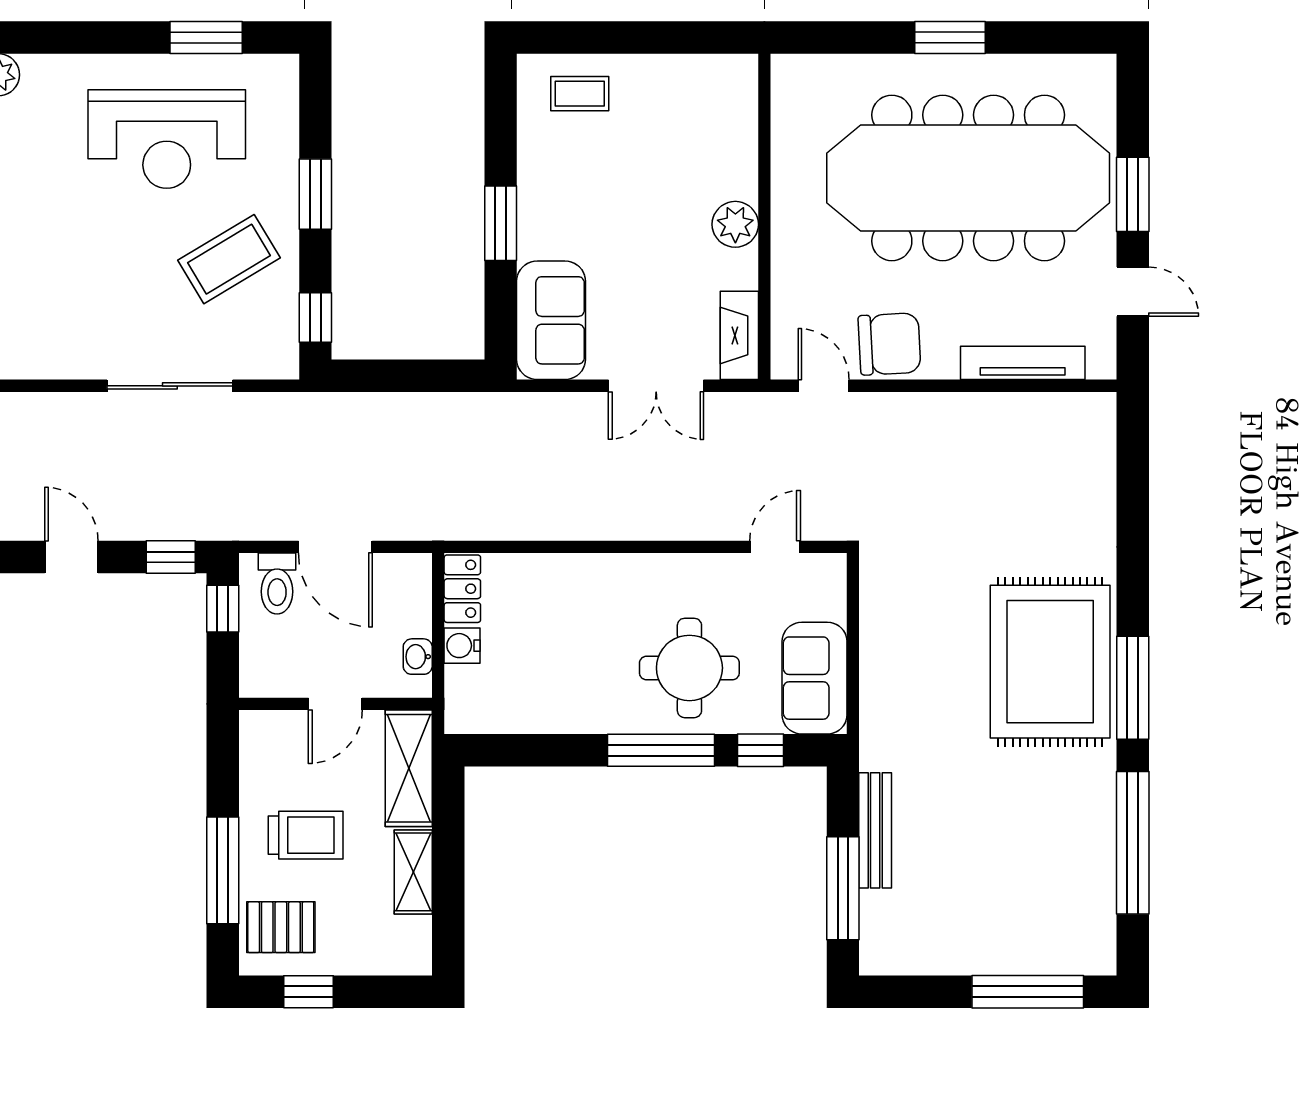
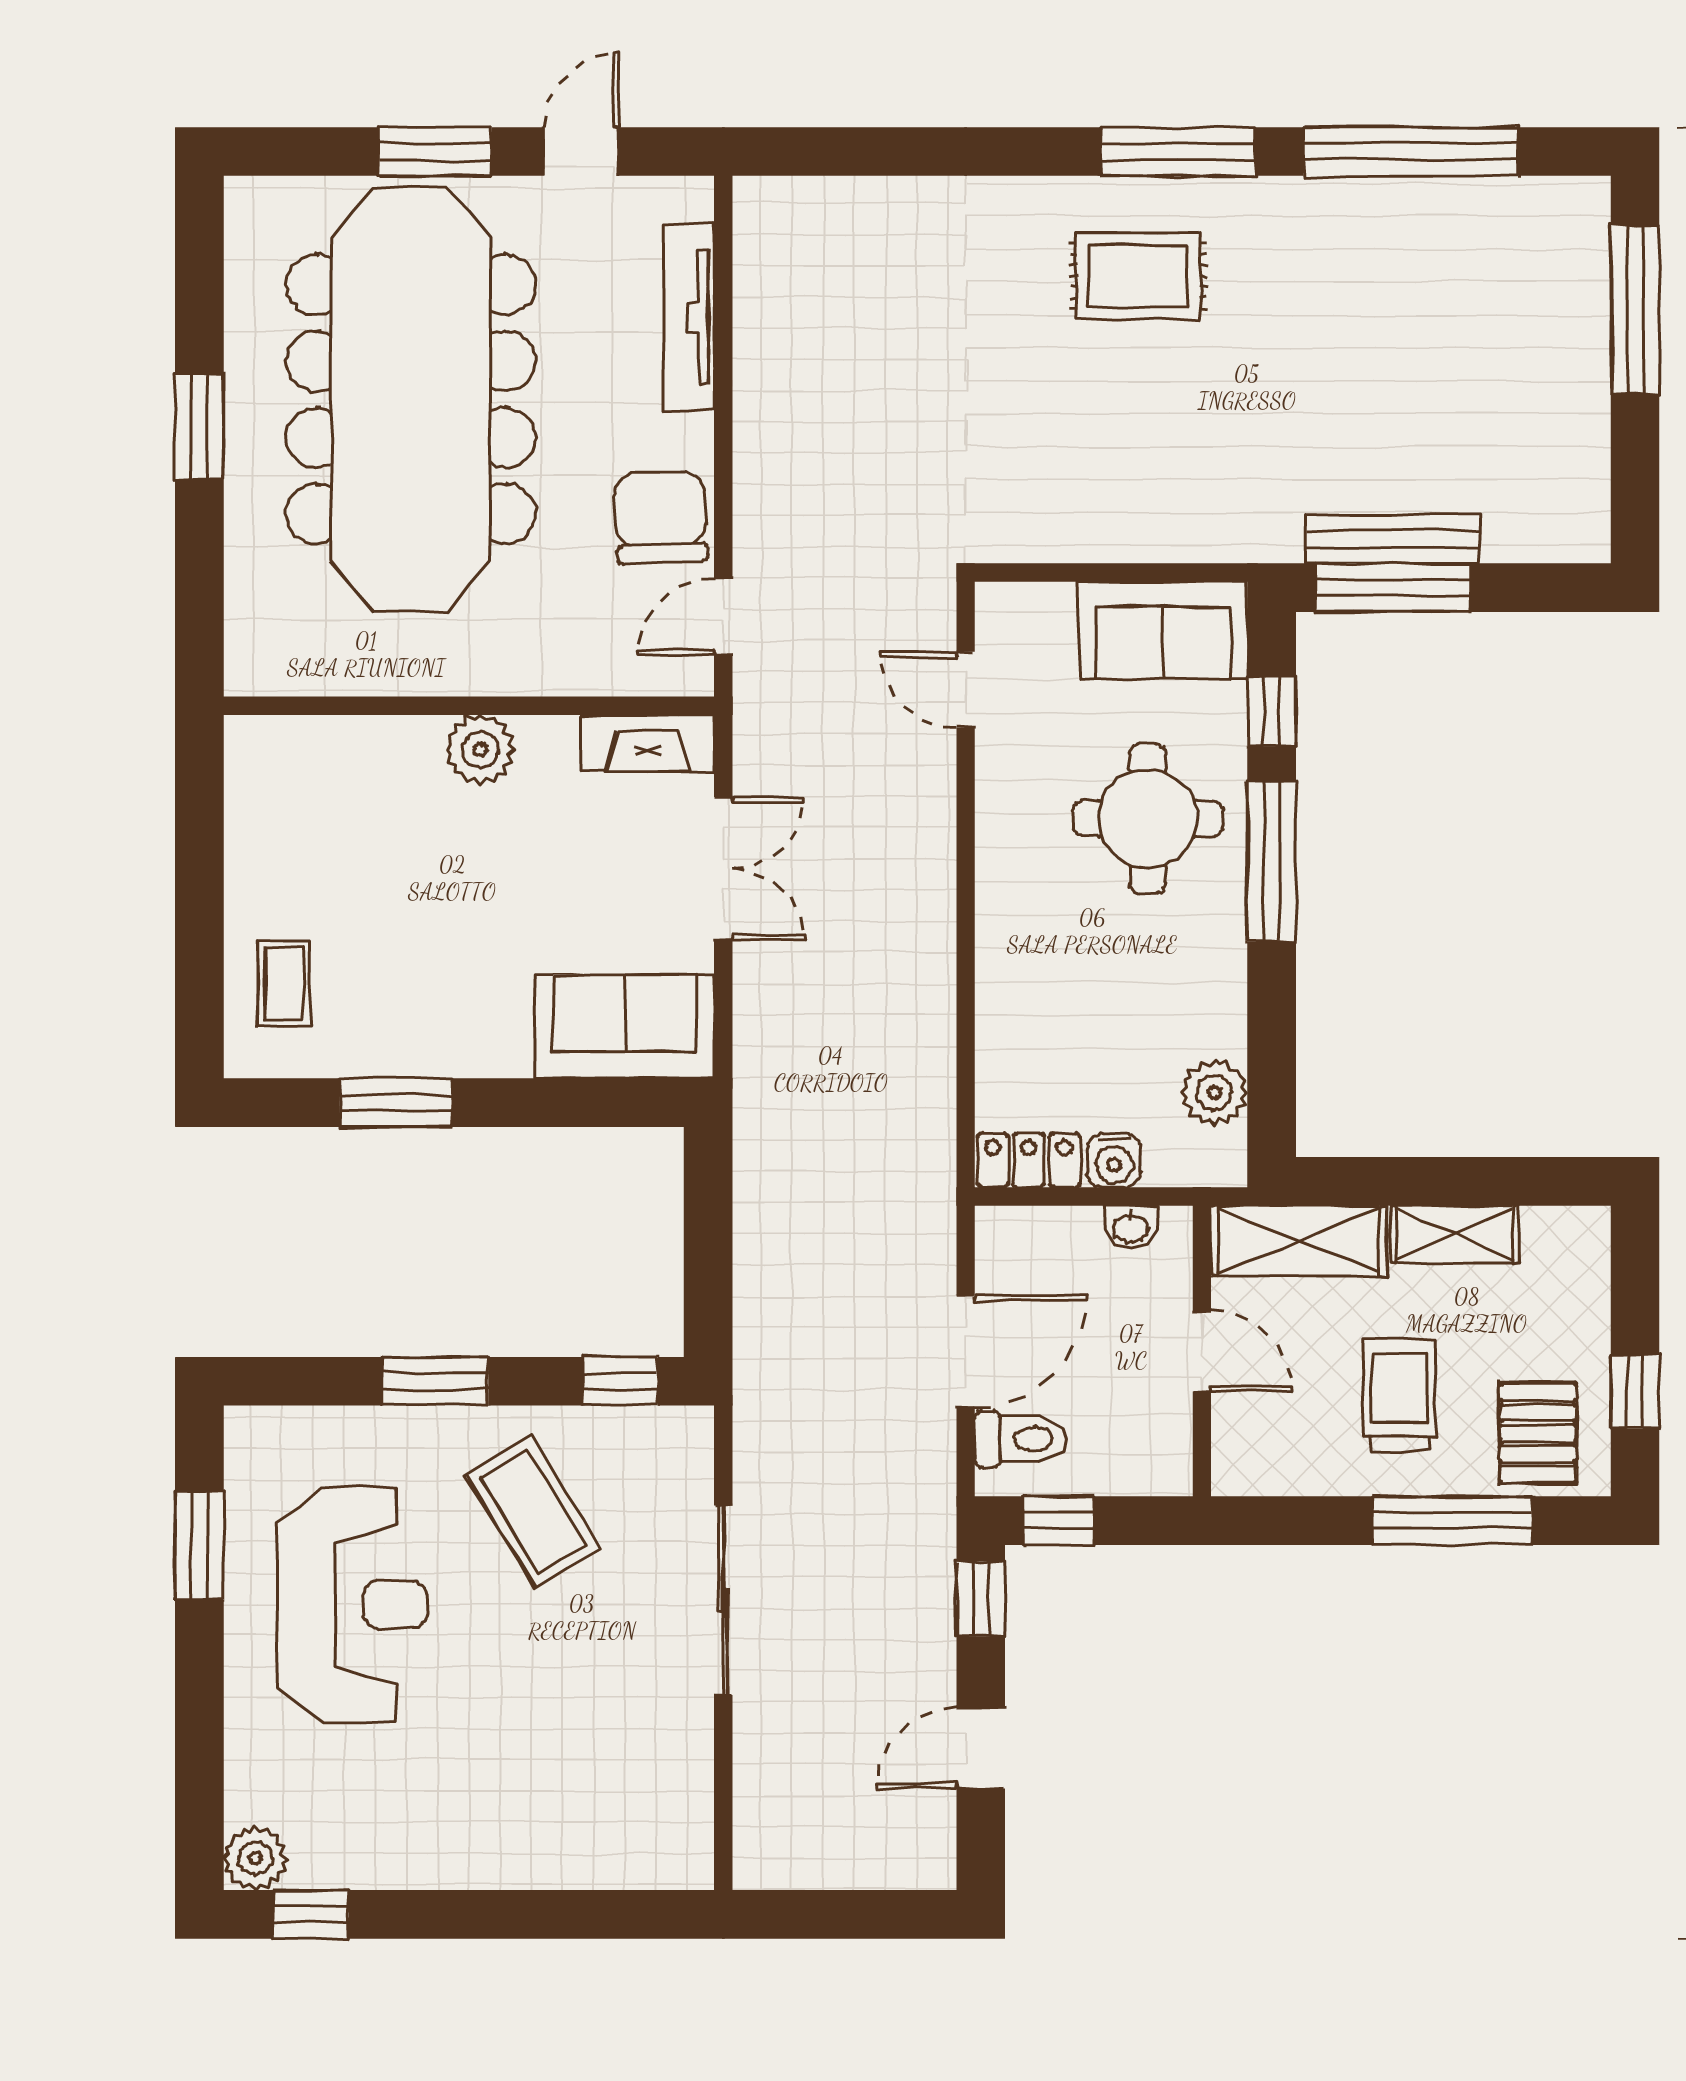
window: (501, 223) -> (396, 1103), moved
rug: (1050, 662) -> (1138, 276), width x0.54, depth x0.49
plant: (507, 712) -> (1214, 1093), added
window: (843, 888) -> (1393, 588), moved

